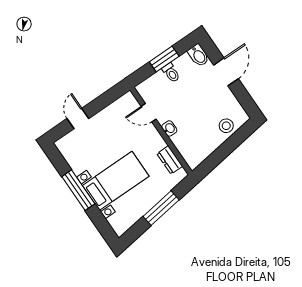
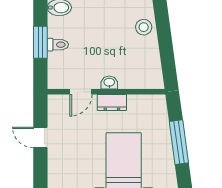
door: (78, 118) -> (40, 137), moved
dresser: (170, 160) -> (112, 103), moved

